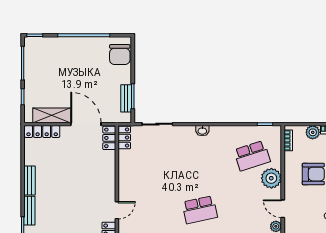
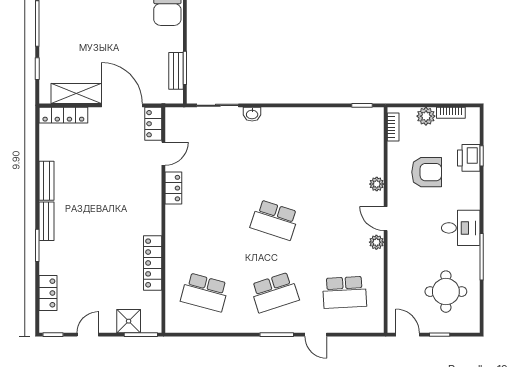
washbasin: (202, 131) -> (252, 114), moved
locker: (124, 138) -> (173, 188), moved
school desk: (252, 156) -> (345, 148), removed
plant: (271, 178) -> (377, 184), width x0.53, depth x0.53
door: (117, 210) -> (163, 154), moved
school desk: (200, 210) -> (275, 220), turned 30

